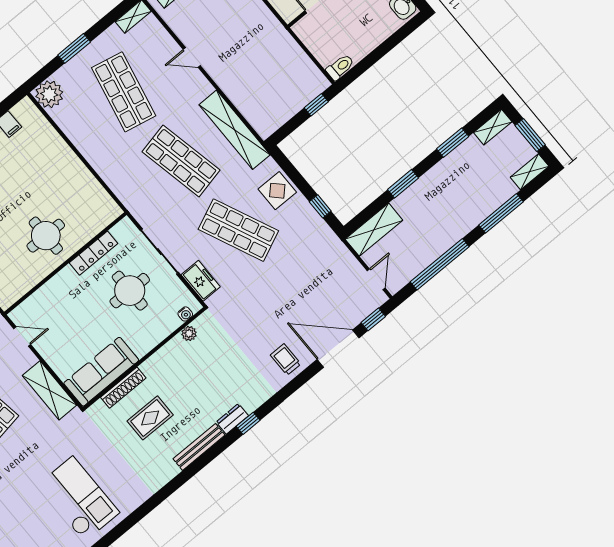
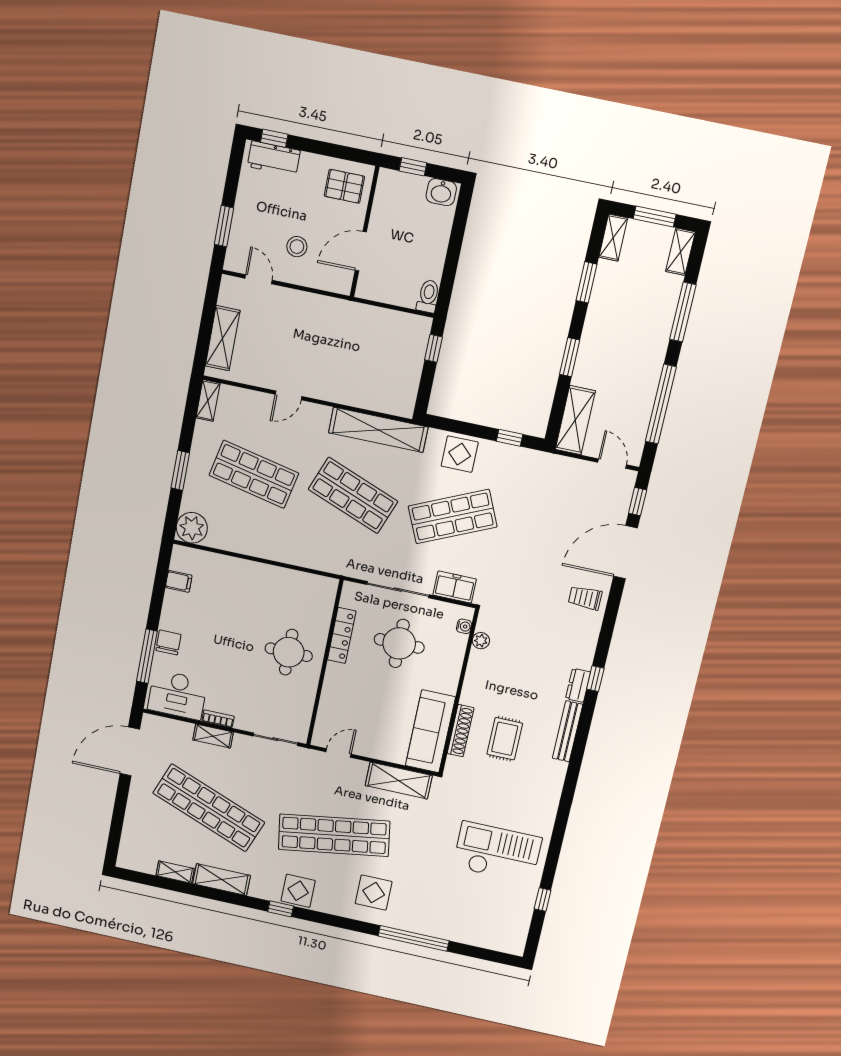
shop shelf: (181, 161) -> (353, 495), turned 33

